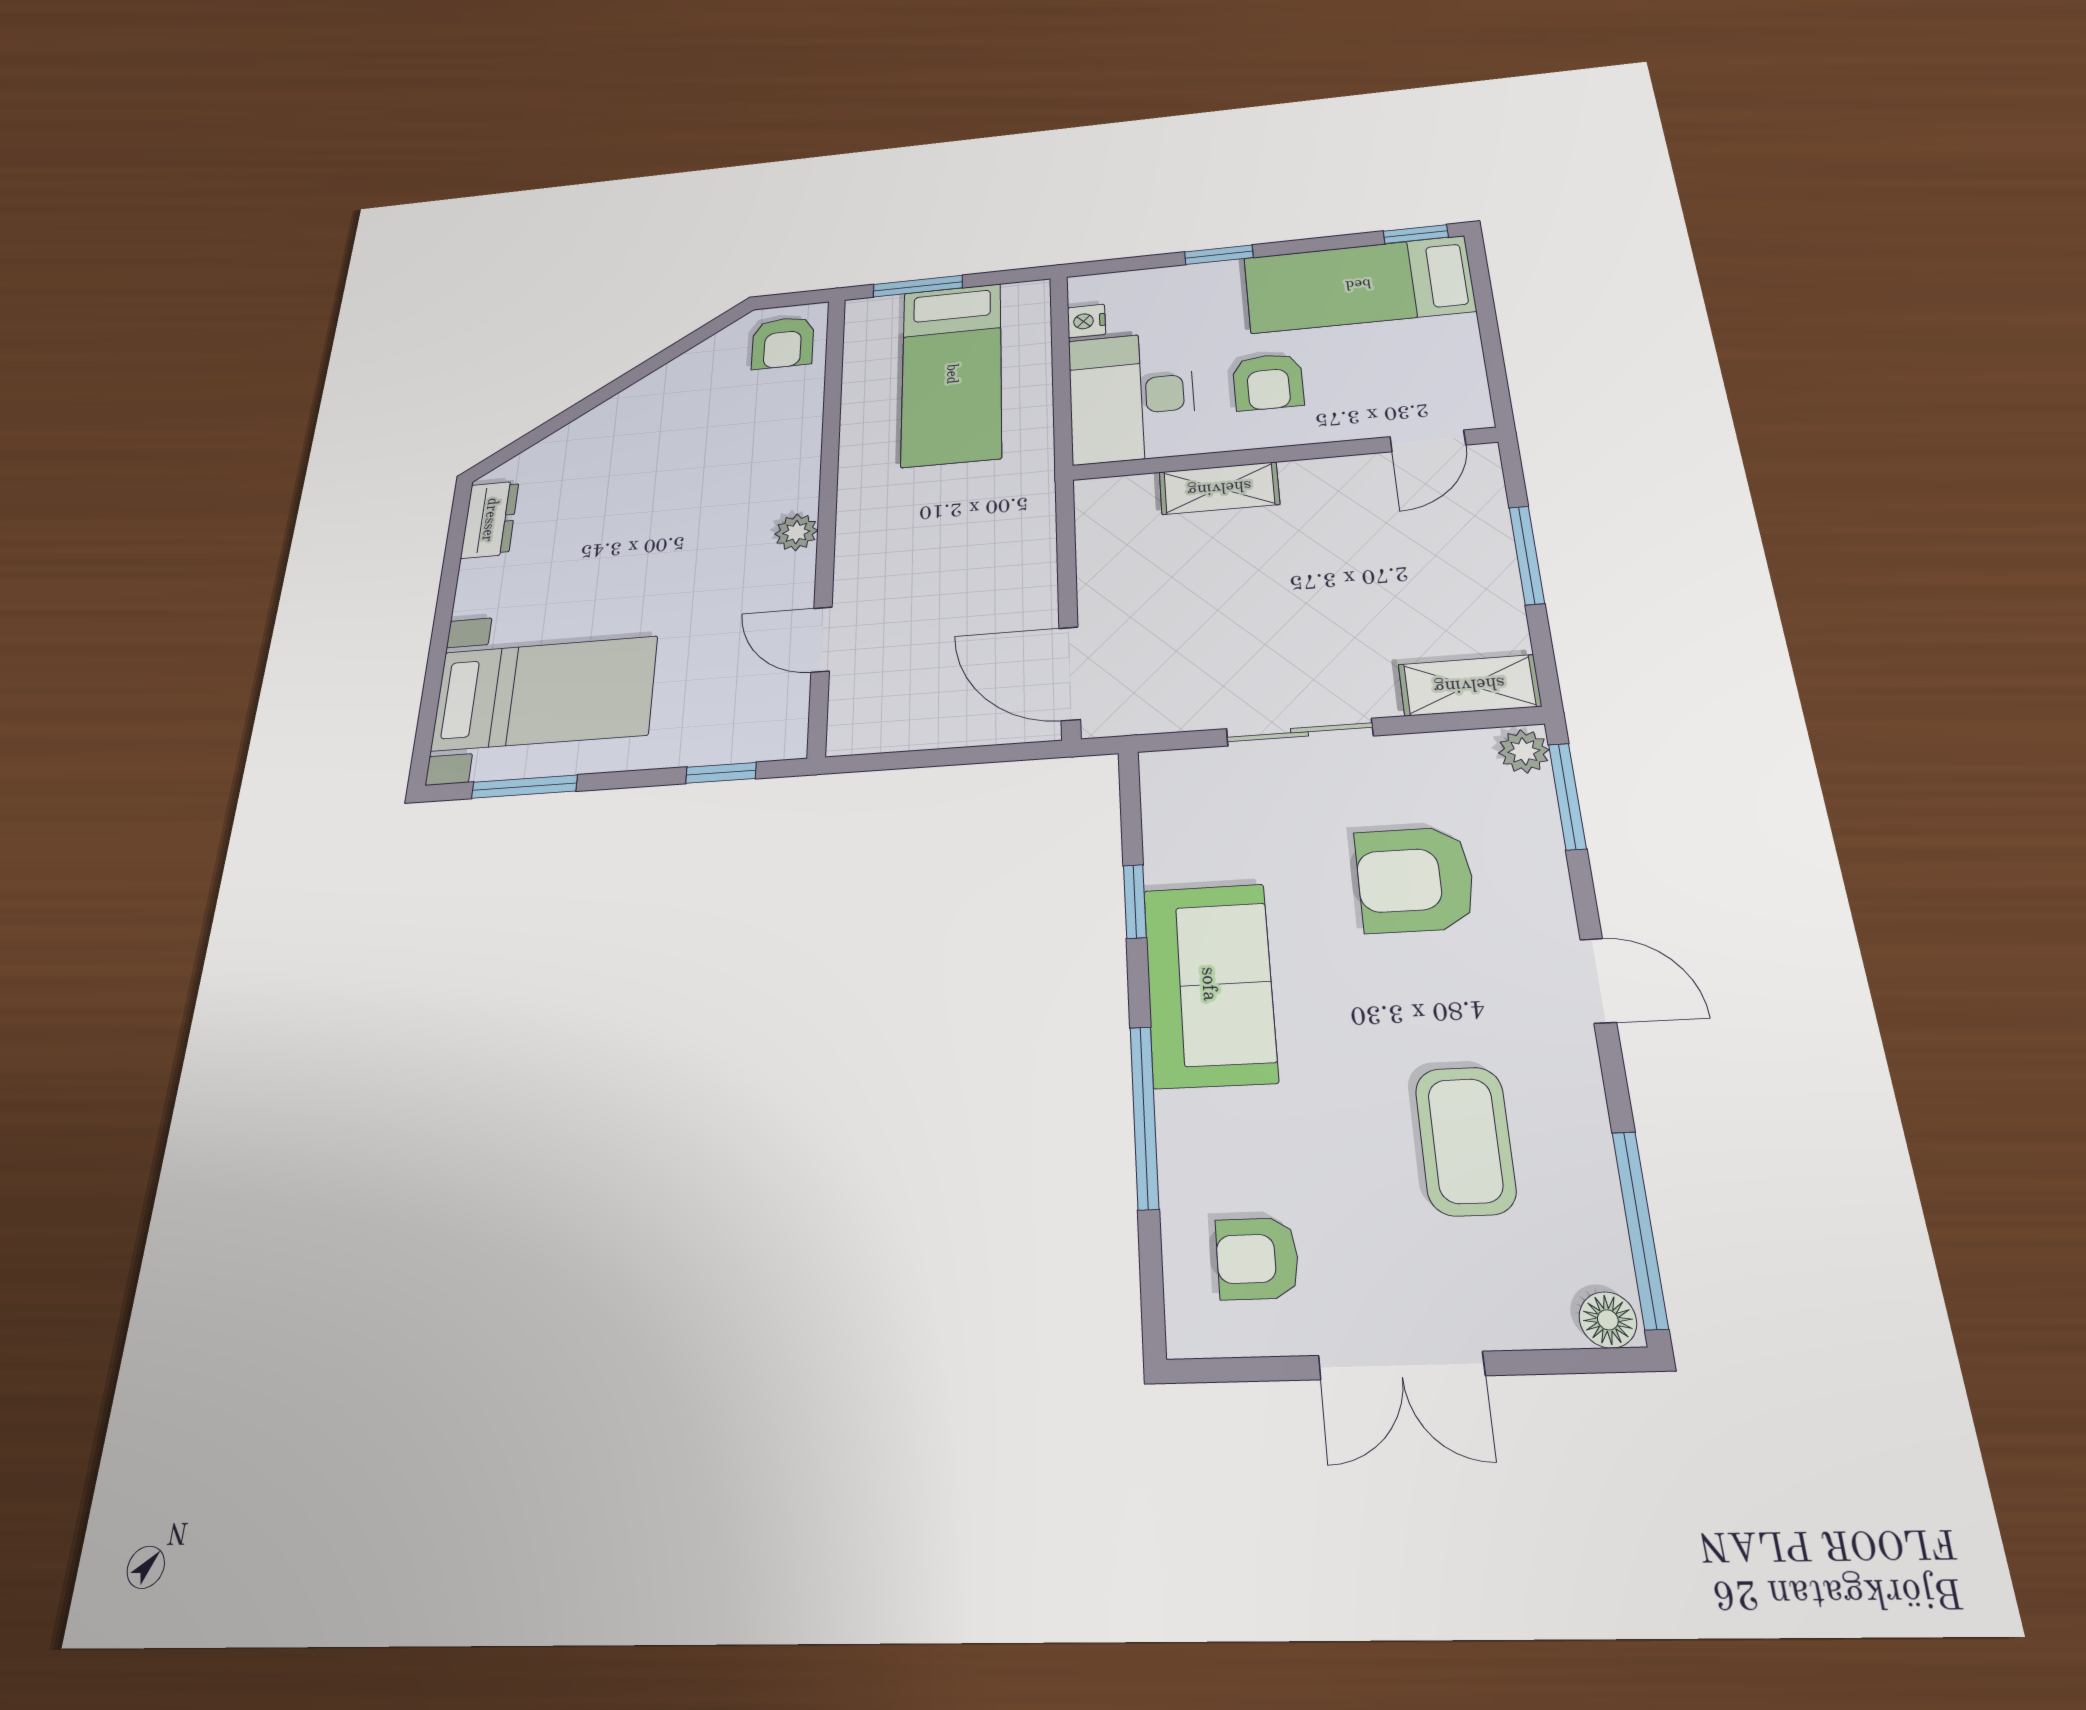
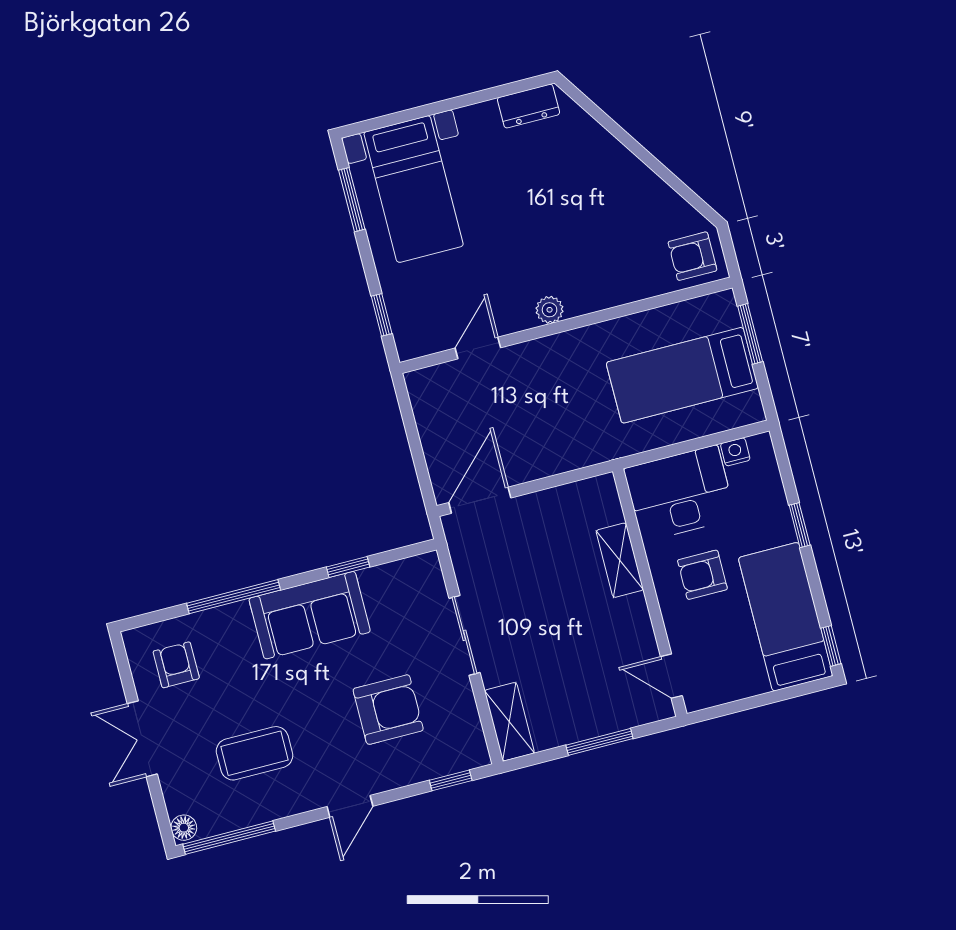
plant: (1524, 751) -> (474, 755), removed
window: (1567, 796) -> (451, 780), width x0.67
armchair: (1415, 880) -> (388, 710), turned 90

